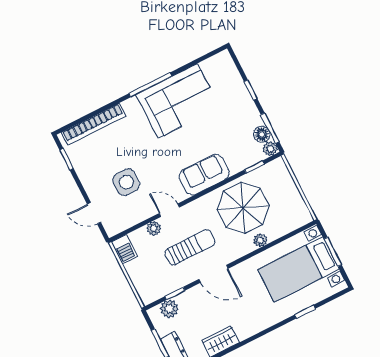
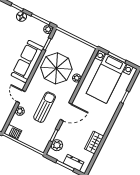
floor lamp: (262, 134) -> (21, 17), moved
sofa: (204, 175) -> (27, 61), width x1.36
door: (169, 210) -> (21, 96), hinge flipped

